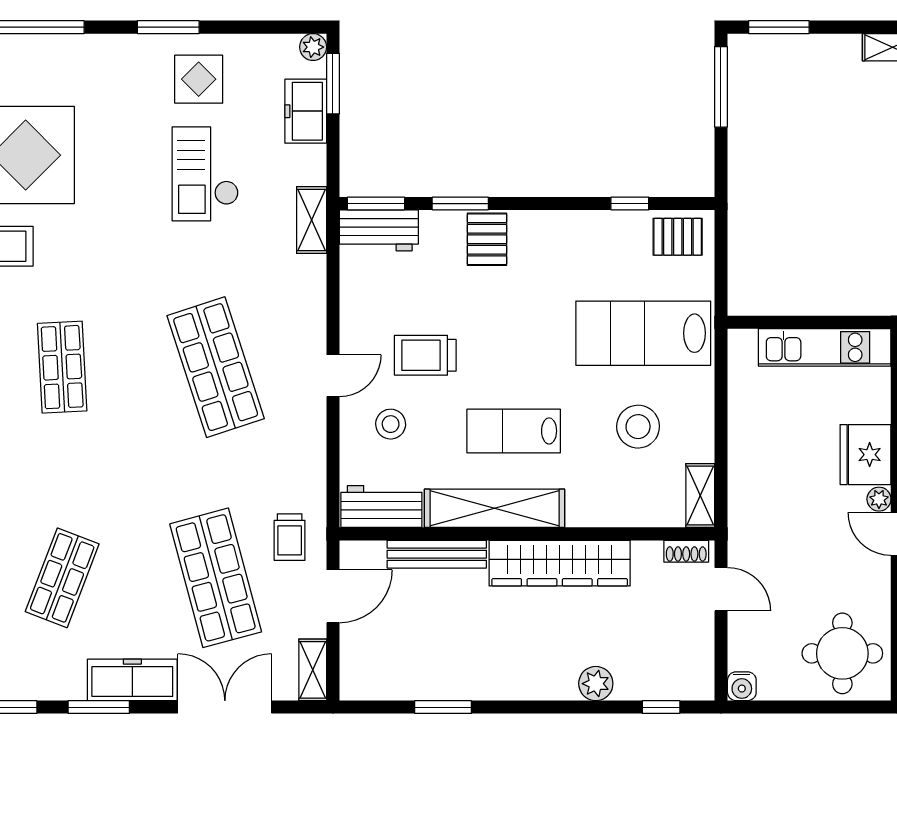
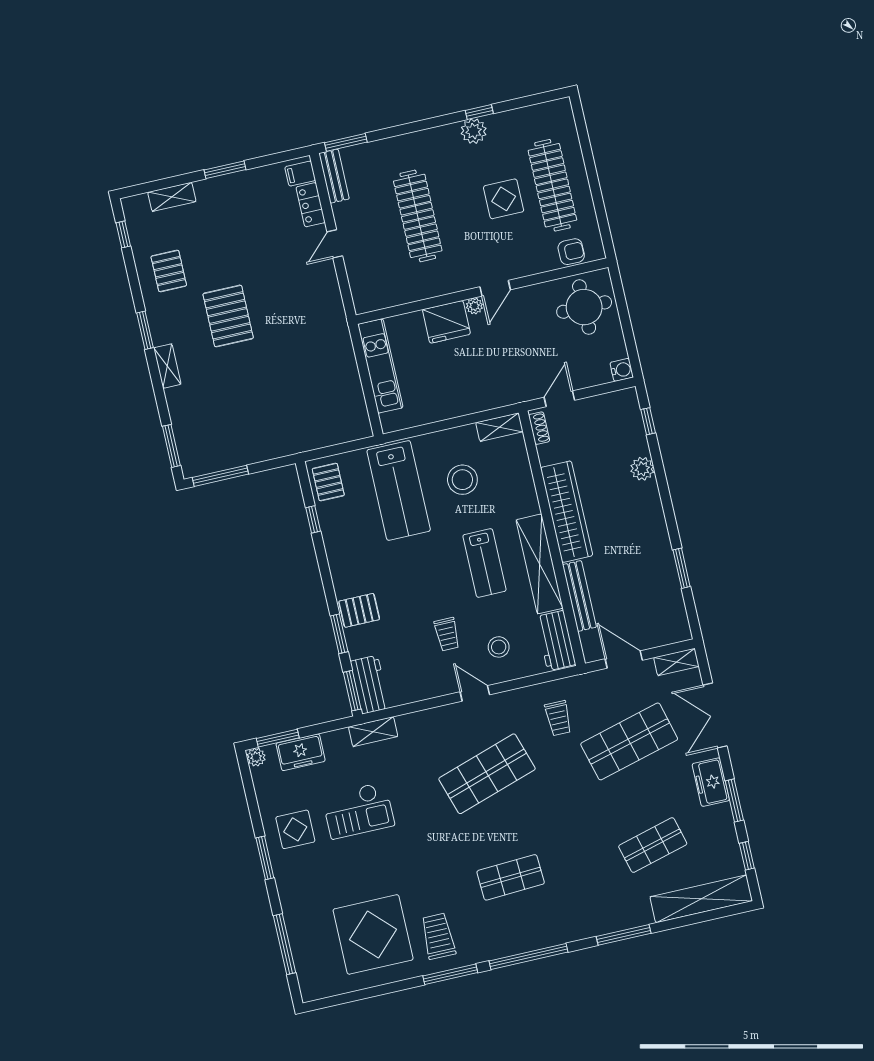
trolley: (425, 355) -> (447, 634), width x0.73, depth x0.72
trolley: (290, 537) -> (558, 718), moved, turned 90
shop shelf: (62, 578) -> (653, 845), turned -36
freezer: (132, 680) -> (711, 782), width x0.71

